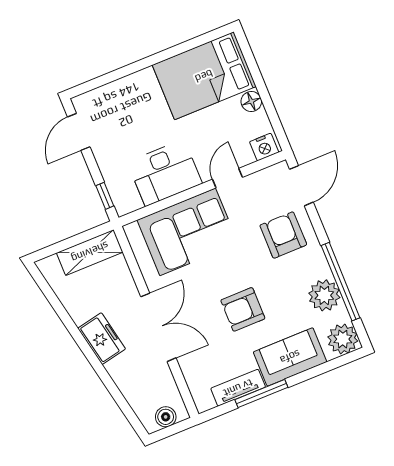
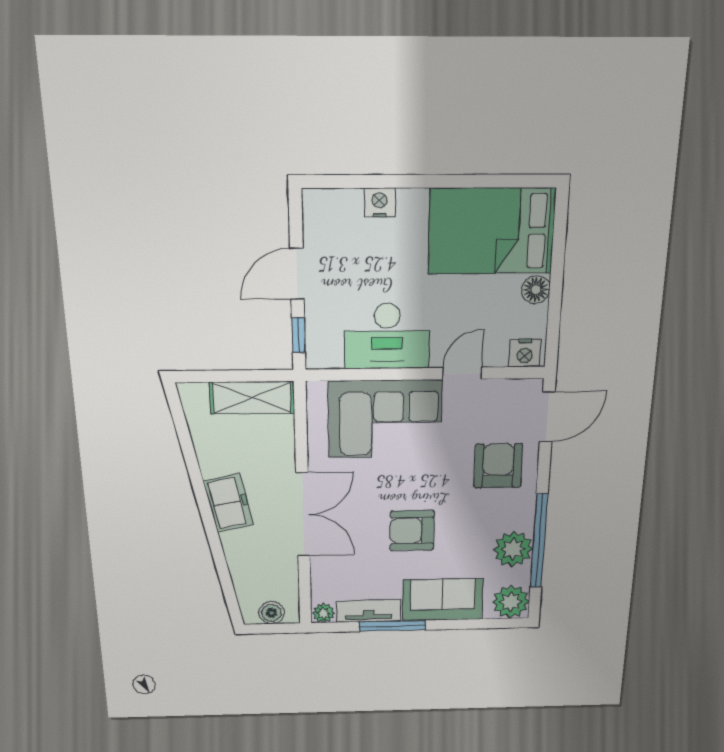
nightstand: (123, 87) -> (380, 203), added
door: (79, 132) -> (297, 274), moved
plant: (205, 402) -> (324, 613), added

